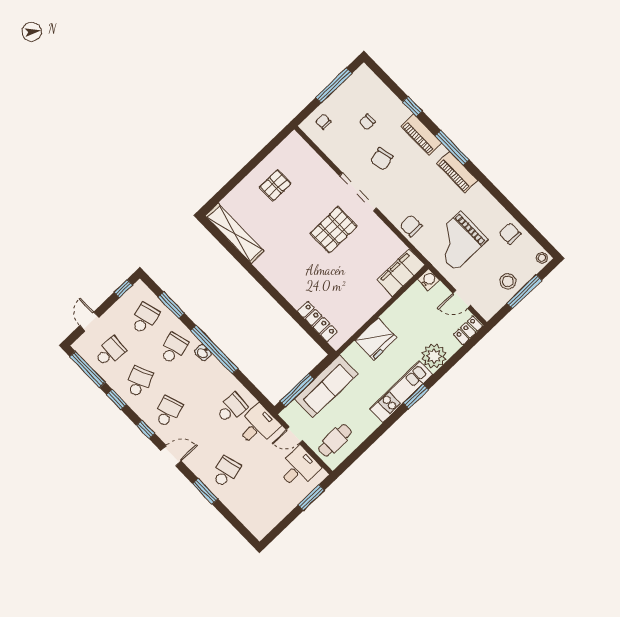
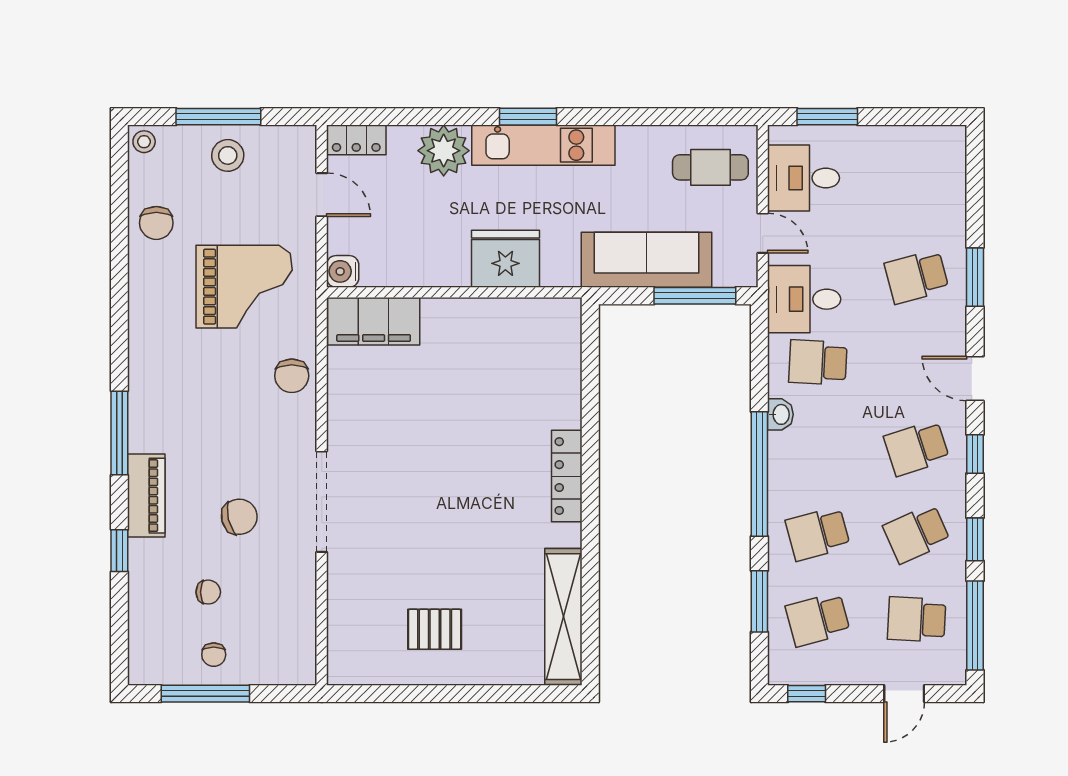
chair: (323, 122) -> (214, 655), moved
piano: (457, 172) -> (146, 389), removed
pallet: (334, 230) -> (412, 480), removed
locker: (317, 322) -> (567, 476), moved
washbasin: (203, 353) -> (780, 414), moved

